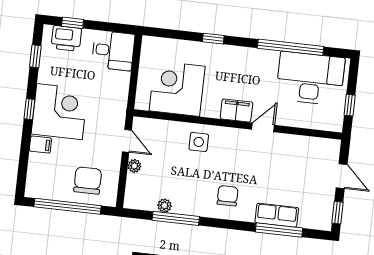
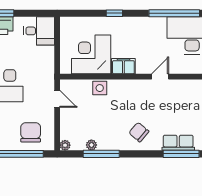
filing cabinet: (236, 110) -> (123, 66), moved
side table: (199, 142) -> (100, 88), moved
plant: (134, 166) -> (65, 145), moved
chair: (228, 196) -> (139, 132), turned -50

